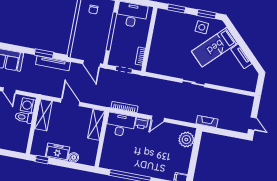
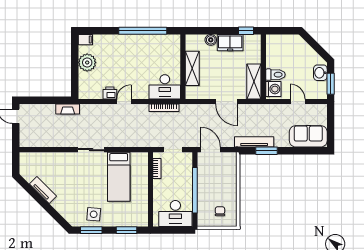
bed: (215, 47) -> (119, 177), moved, turned 135
printer: (141, 123) -> (110, 93), moved
shelving: (96, 125) -> (192, 68), moved
plant: (186, 139) -> (87, 62), moved

